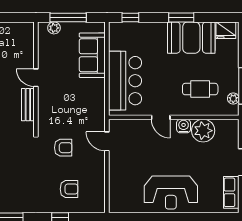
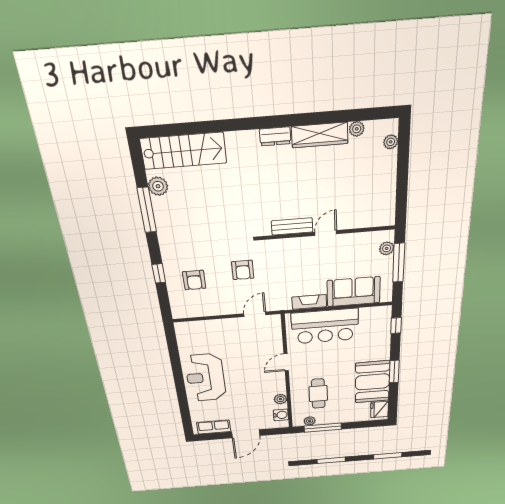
fireplace: (99, 94) -> (309, 302), added
water cooler: (184, 126) -> (281, 415), moved
plant: (203, 131) -> (280, 399), width x0.53, depth x0.53

